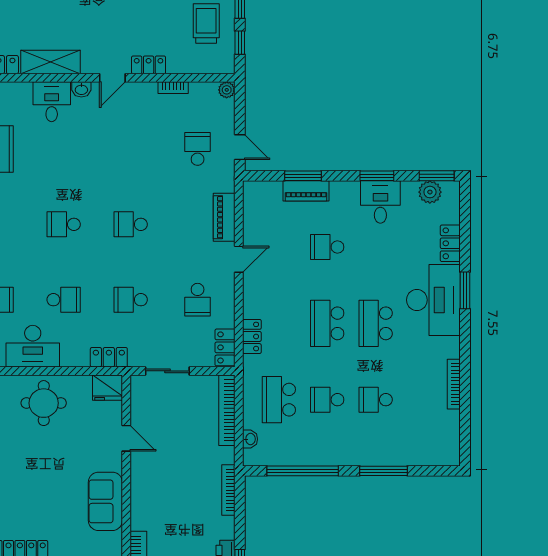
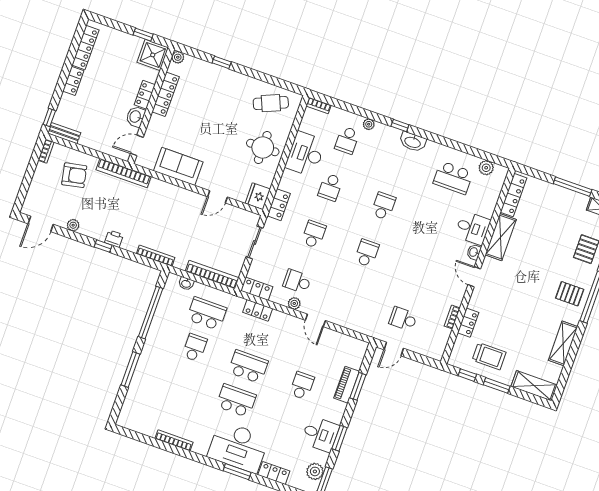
locker: (149, 65) -> (468, 323), moved
plant: (227, 90) -> (294, 303), moved
school desk: (198, 149) -> (403, 319), turned 180
piano: (224, 217) -> (348, 321), removed
school desk: (376, 400) -> (182, 382), removed

